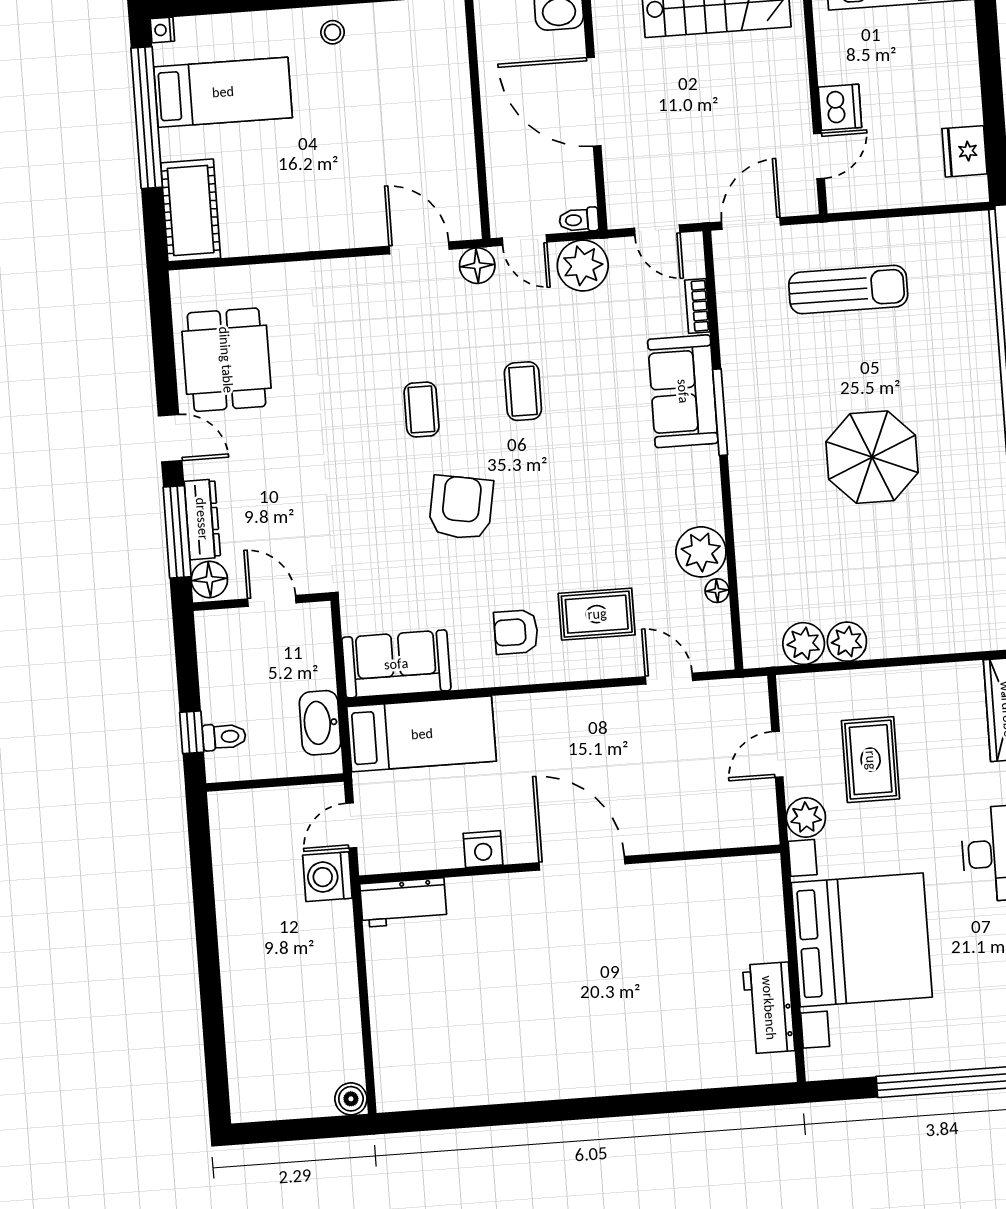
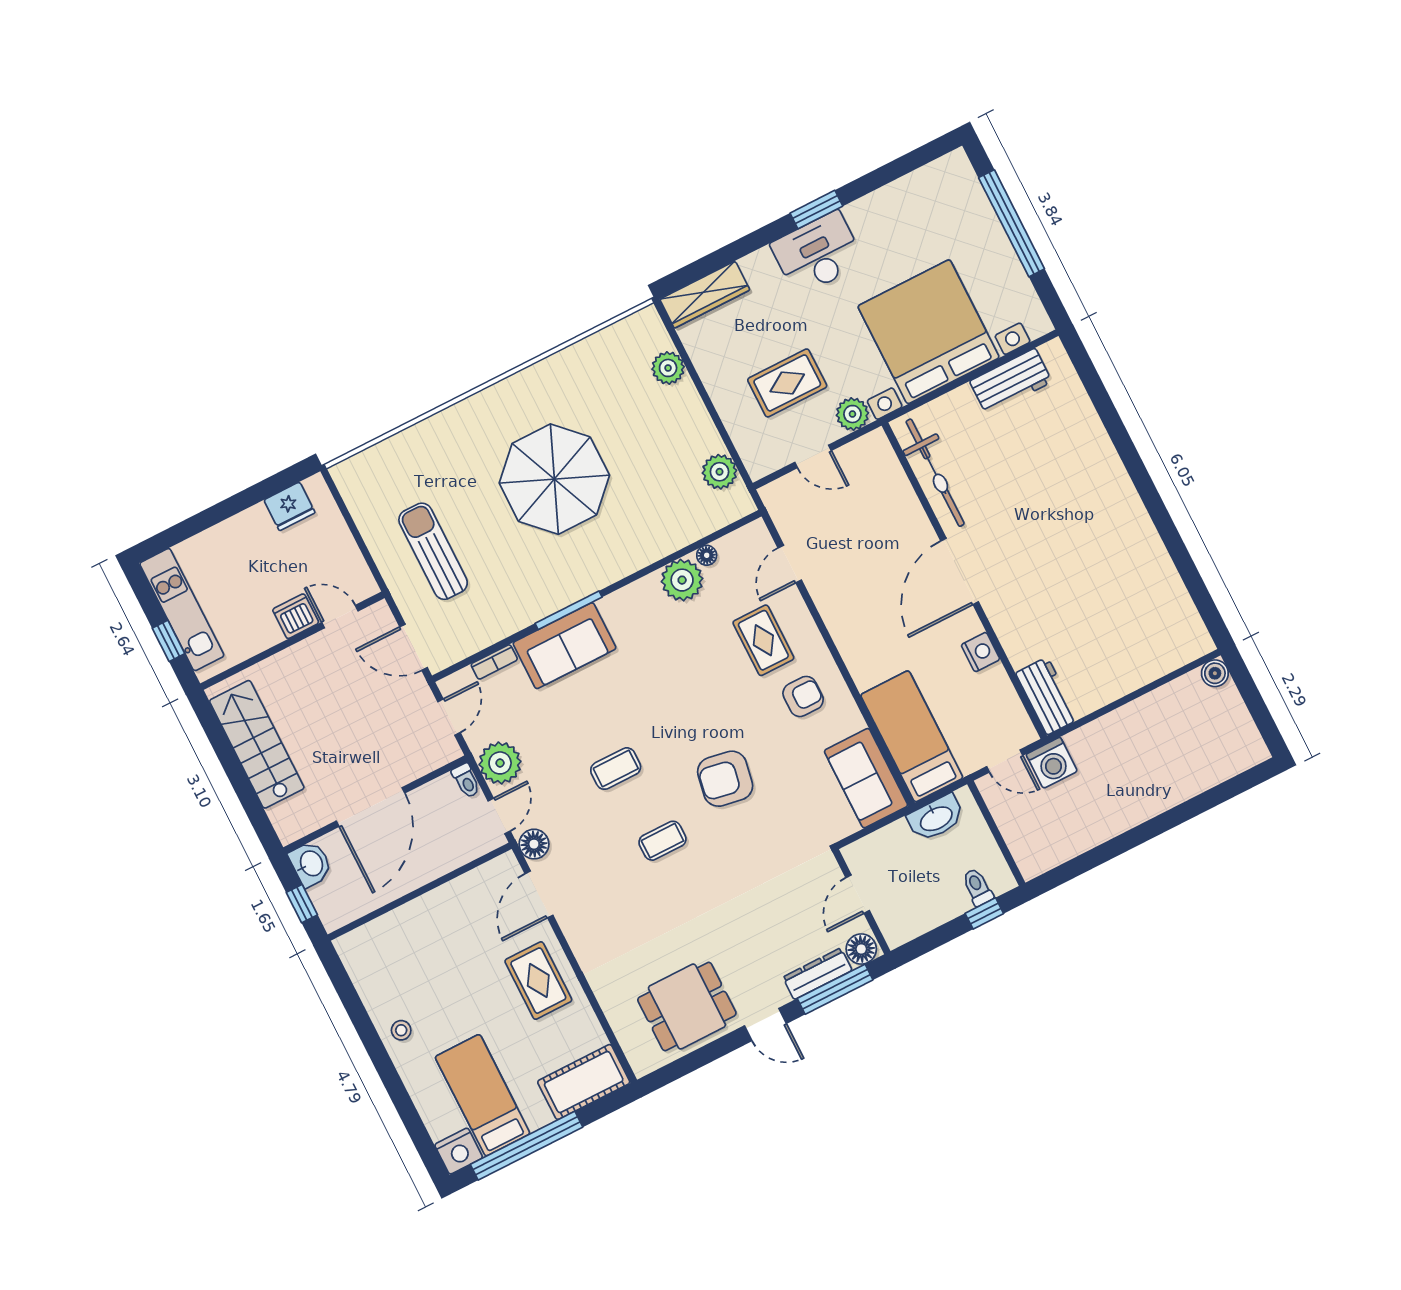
nightstand: (162, 30) -> (459, 1151), width x1.89, depth x1.79
rug: (324, 207) -> (538, 981), added
door: (170, 438) -> (765, 1025), swing flipped
parasol: (872, 457) -> (554, 479), width x1.36, depth x1.36
armchair: (516, 632) -> (803, 696), turned -90
plant: (847, 642) -> (668, 368), moved
bicycle: (703, 882) -> (935, 473), added

